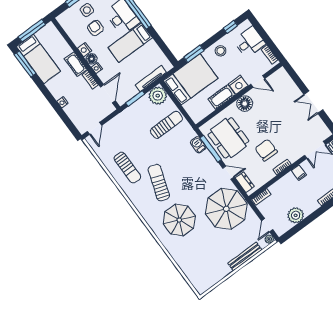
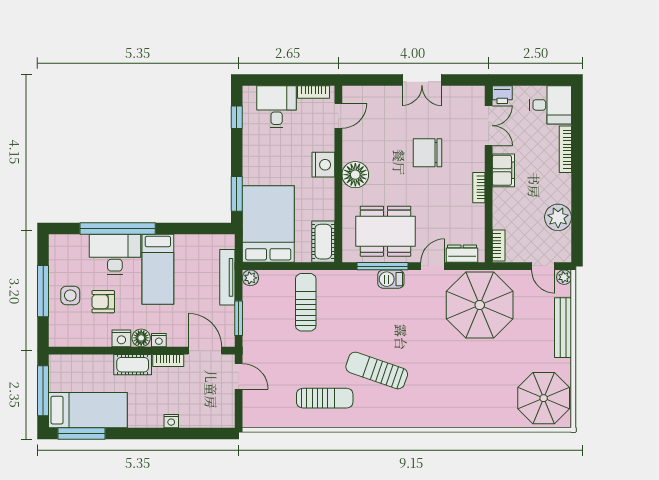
stool: (221, 51) -> (259, 155), removed
door: (258, 81) -> (338, 116), moved
plant: (158, 96) -> (250, 278), width x0.53, depth x0.53
cot: (222, 97) -> (323, 242), moved
door: (95, 128) -> (239, 376), moved
barbecue: (198, 145) -> (391, 279), moved
chair: (266, 150) -> (428, 153), moved
filing cabinet: (299, 173) -> (503, 170), width x2.00
parasol: (179, 220) -> (544, 398), moved

